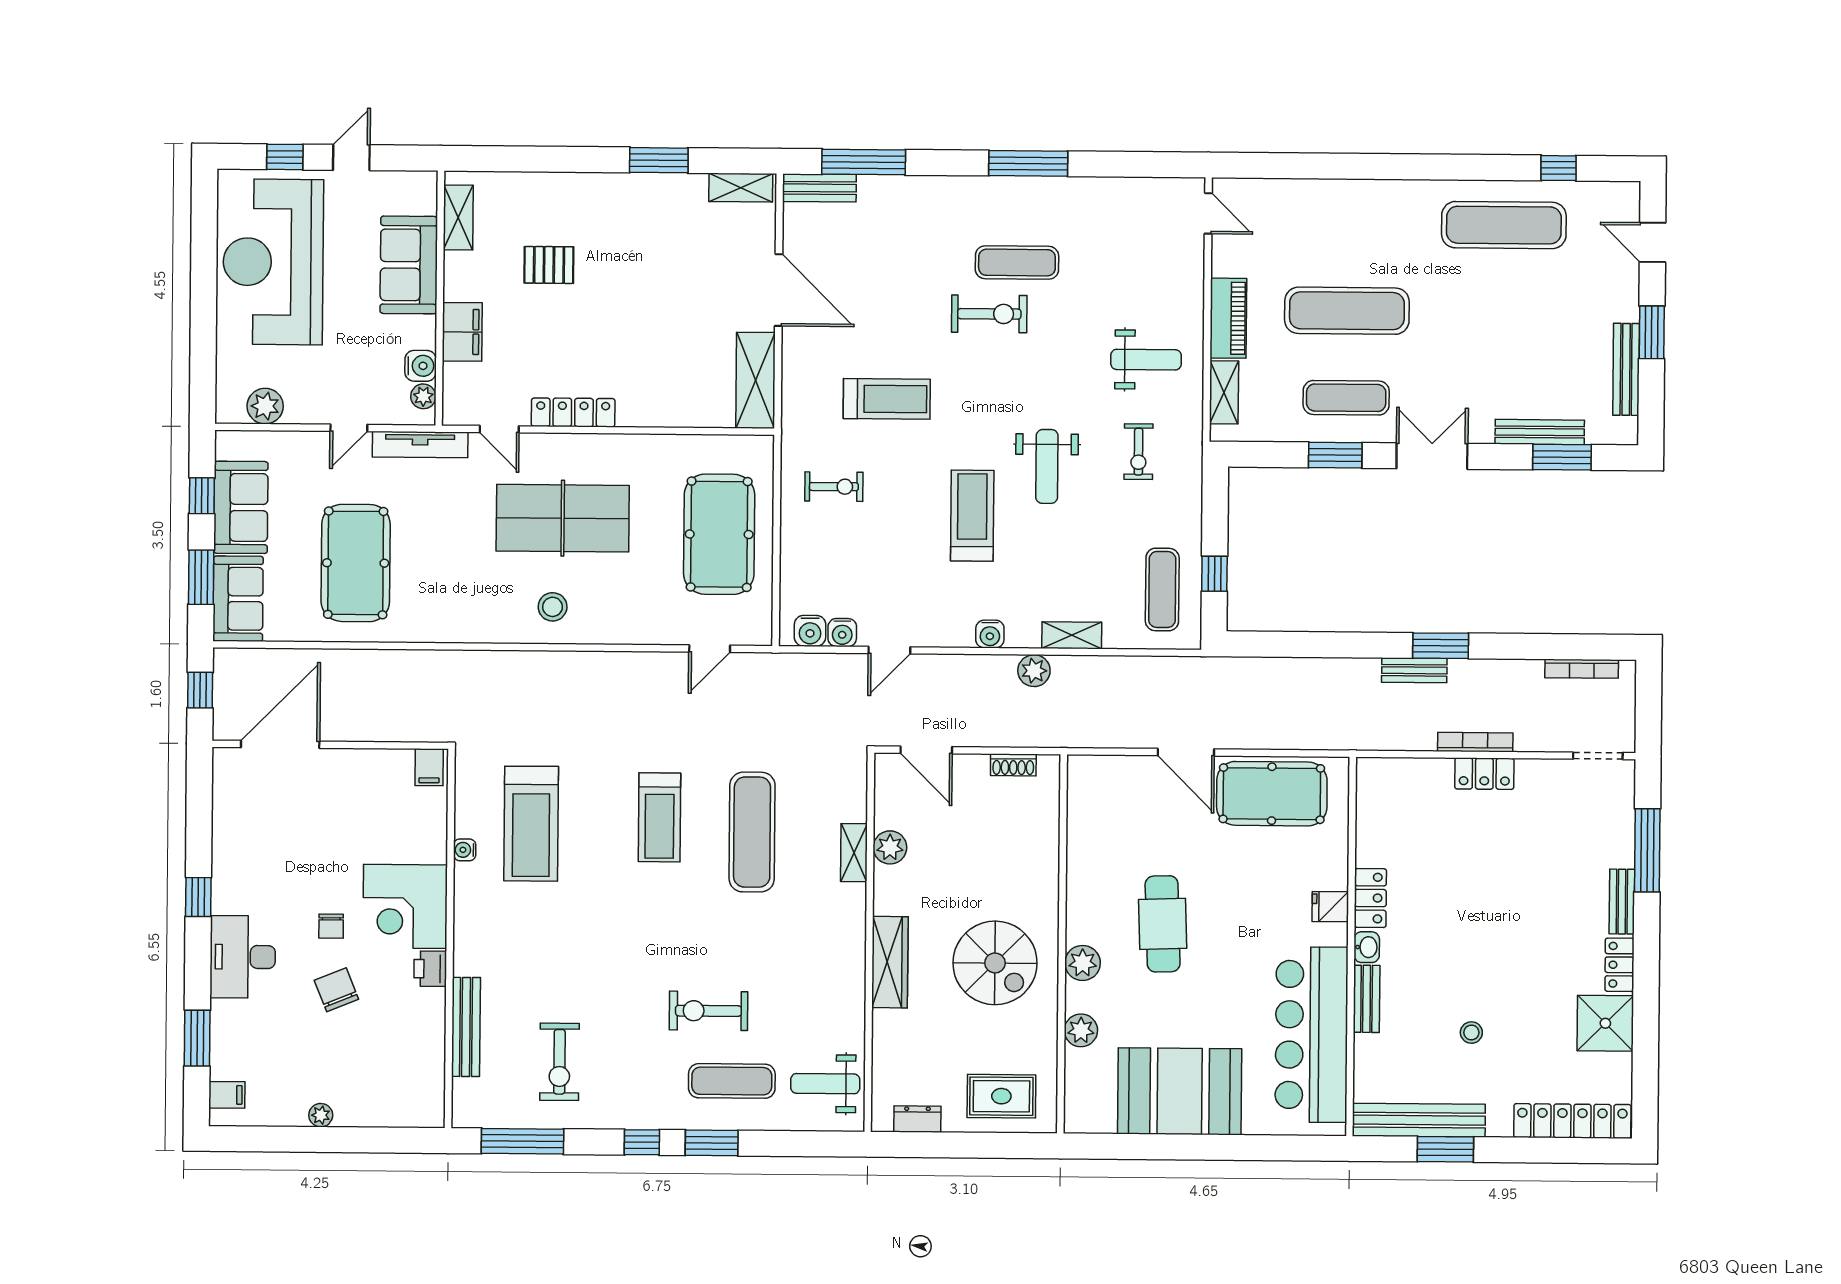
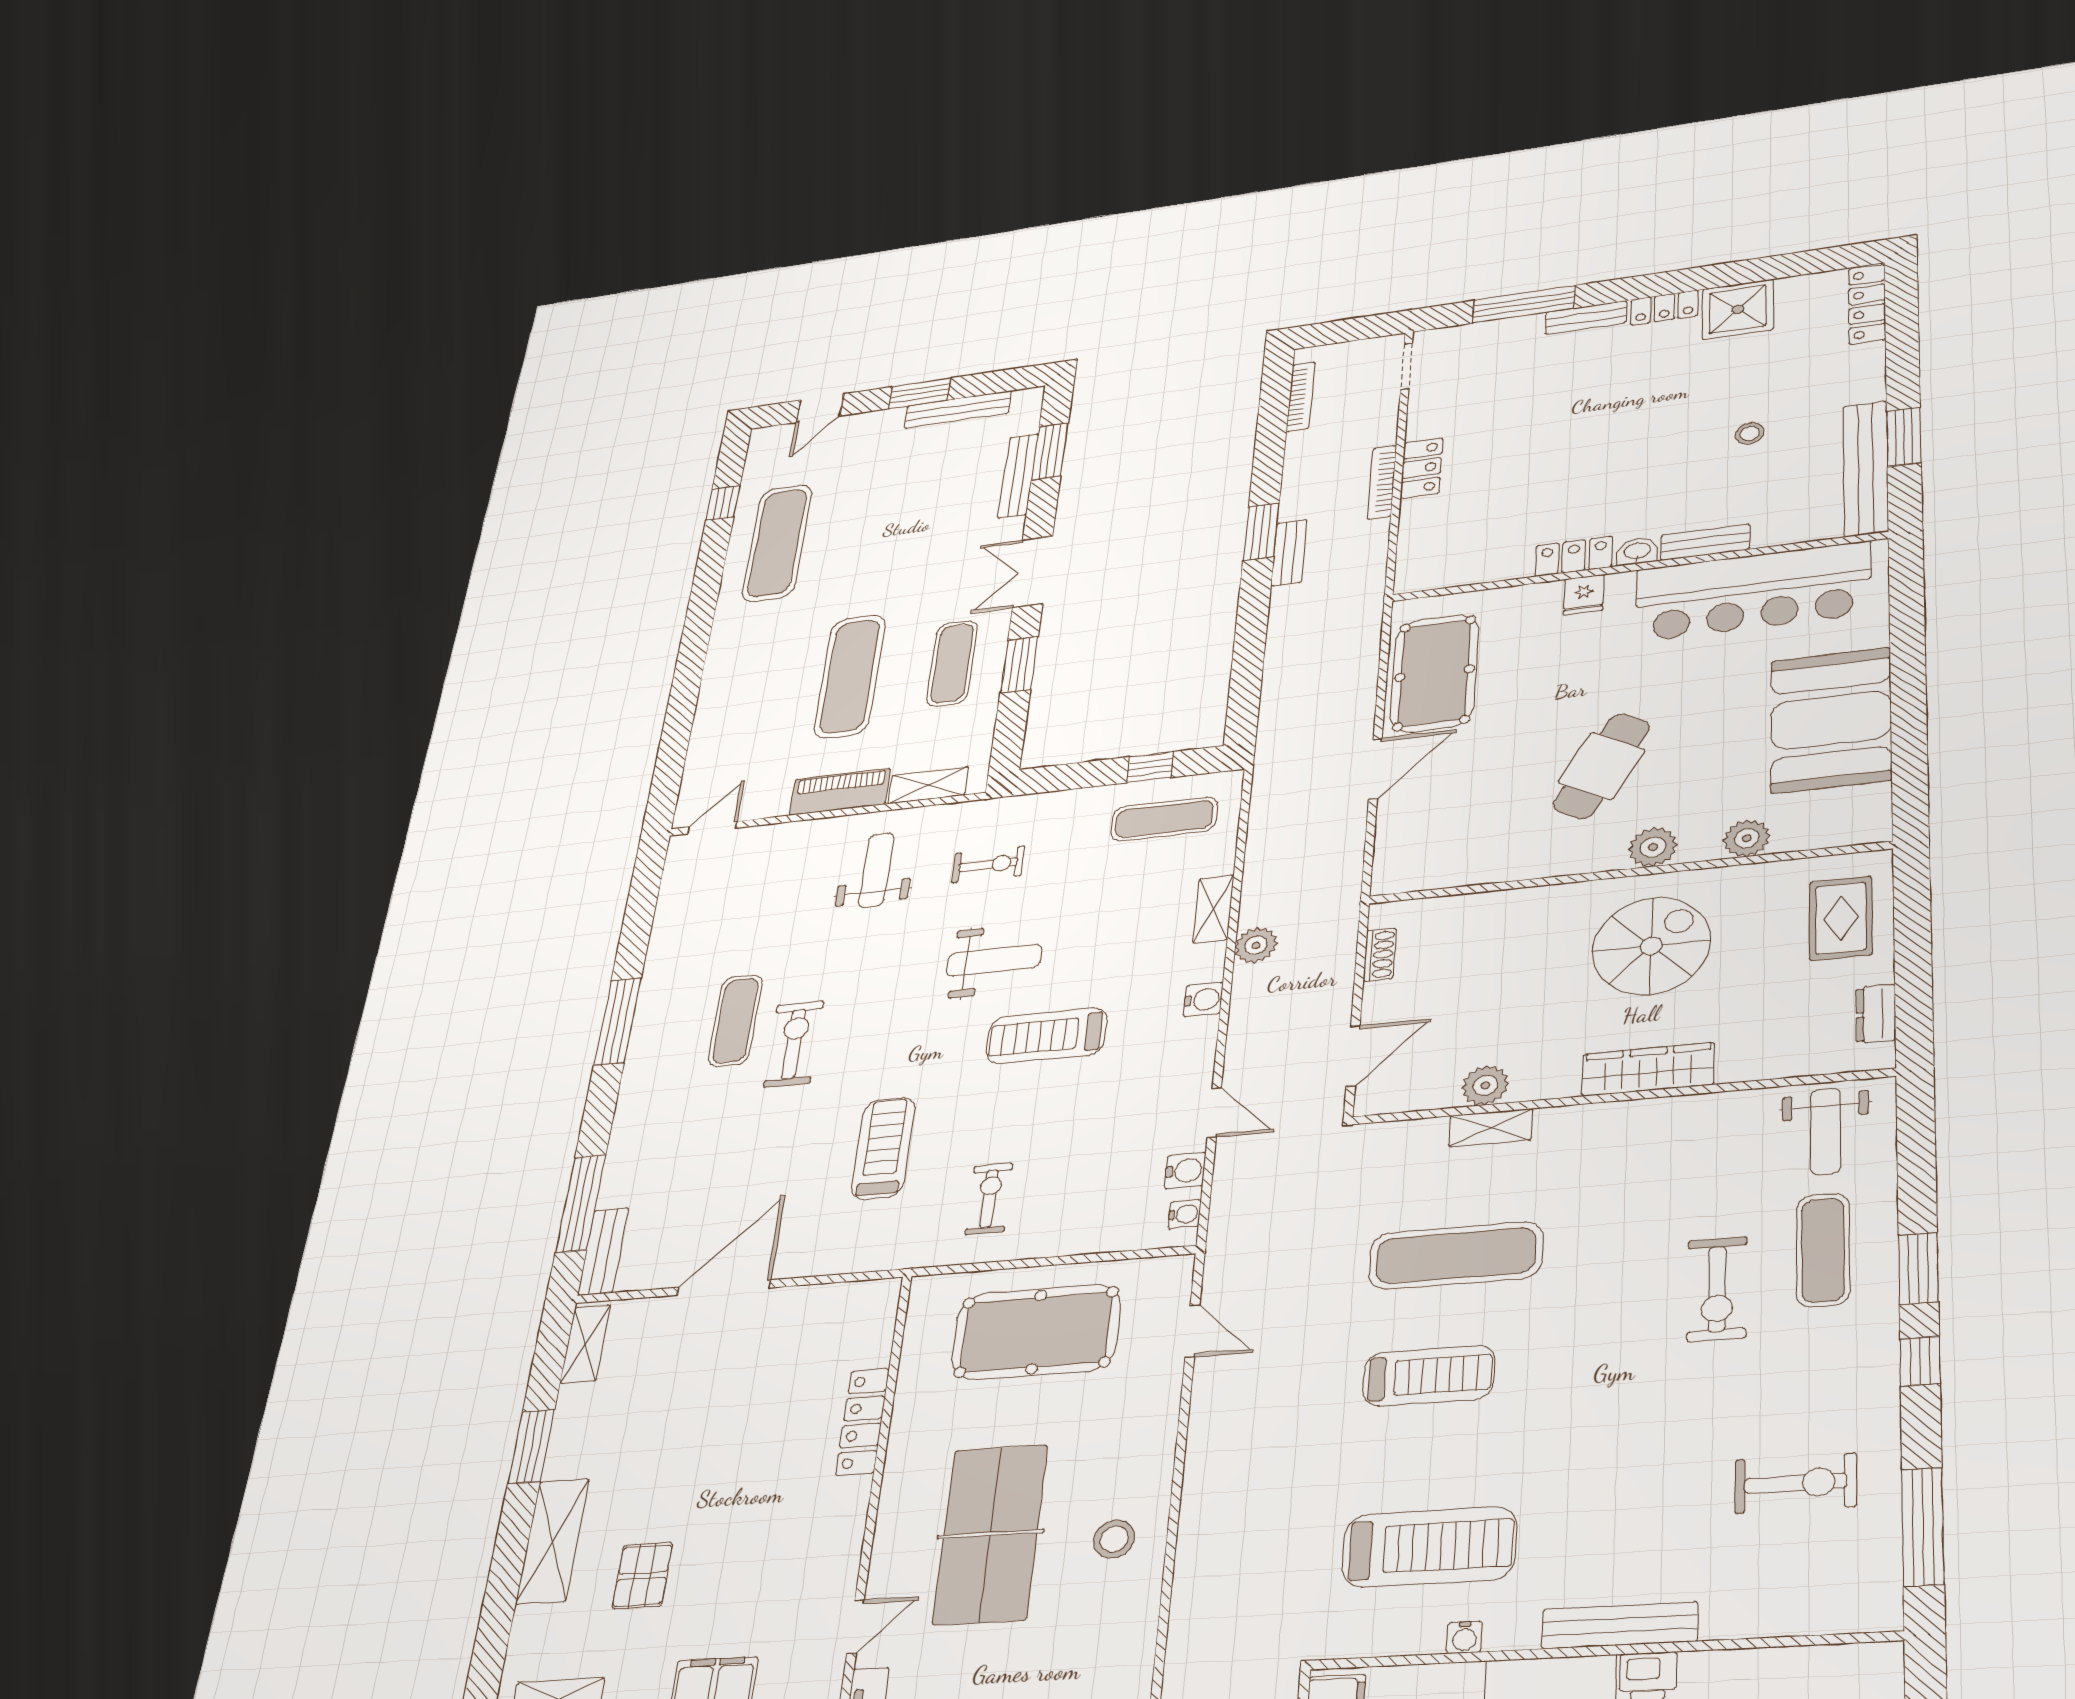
shelving: (756, 380) -> (553, 1541), moved, turned 90
locker: (573, 412) -> (862, 1422), moved
water cooler: (810, 631) -> (1185, 1214), width x0.72, depth x0.72
cafe table: (1163, 924) -> (1601, 766), turned -59
bench: (466, 1027) -> (1620, 1625), moved
locker: (1572, 1121) -> (1867, 304), width x0.71, depth x0.83

